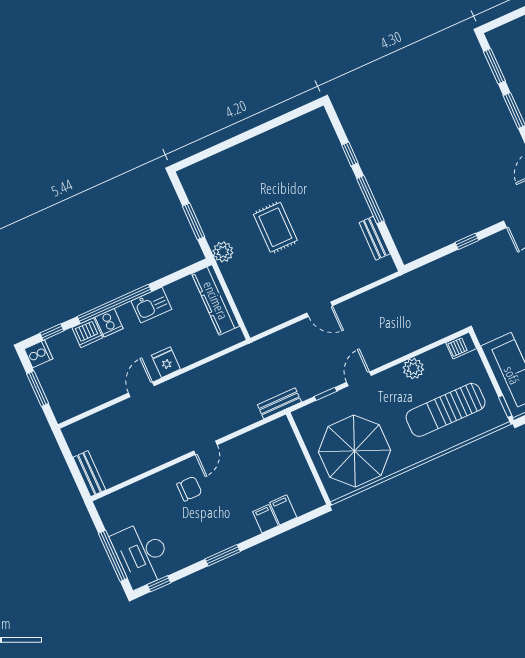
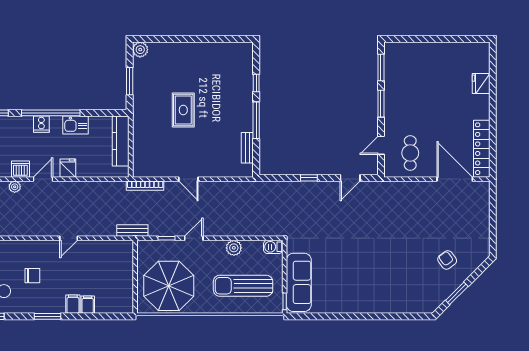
plant: (223, 252) -> (140, 50), moved
dishwasher: (87, 333) -> (20, 169), moved, turned 180
bookcase: (270, 341) -> (145, 186), added
plant: (111, 414) -> (15, 187), added
chair: (189, 489) -> (32, 276), moved
filing cabinet: (283, 510) -> (73, 304), moved

